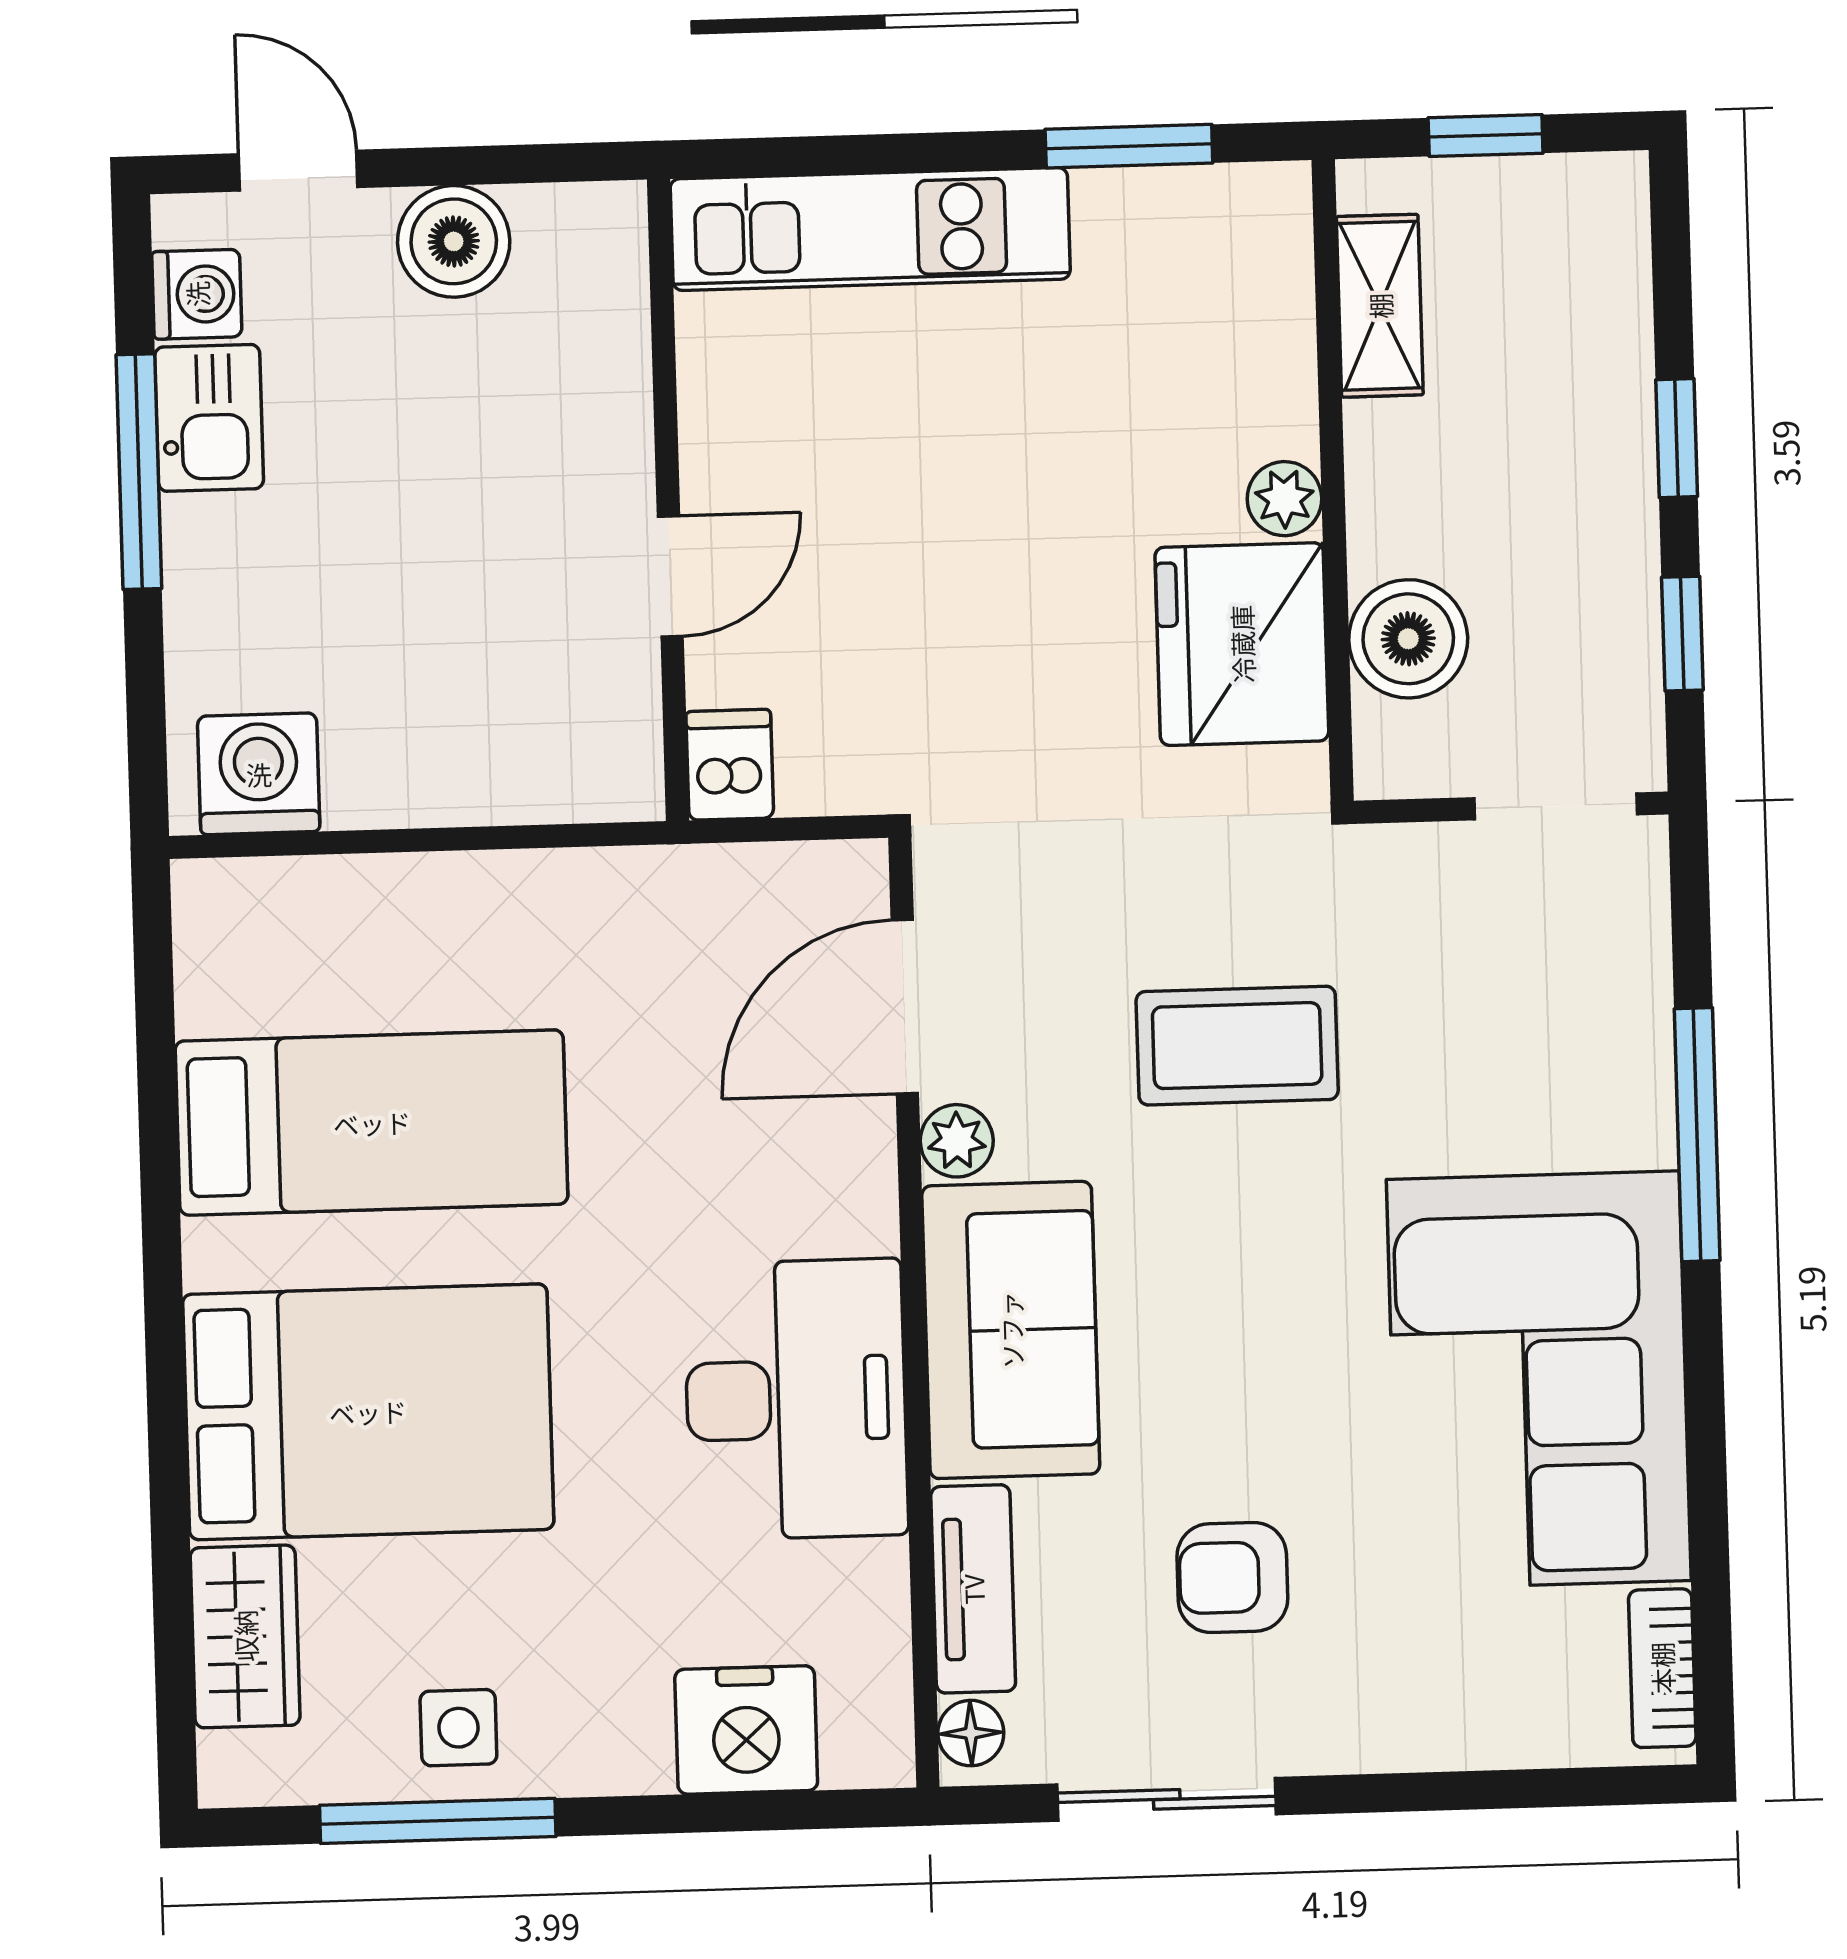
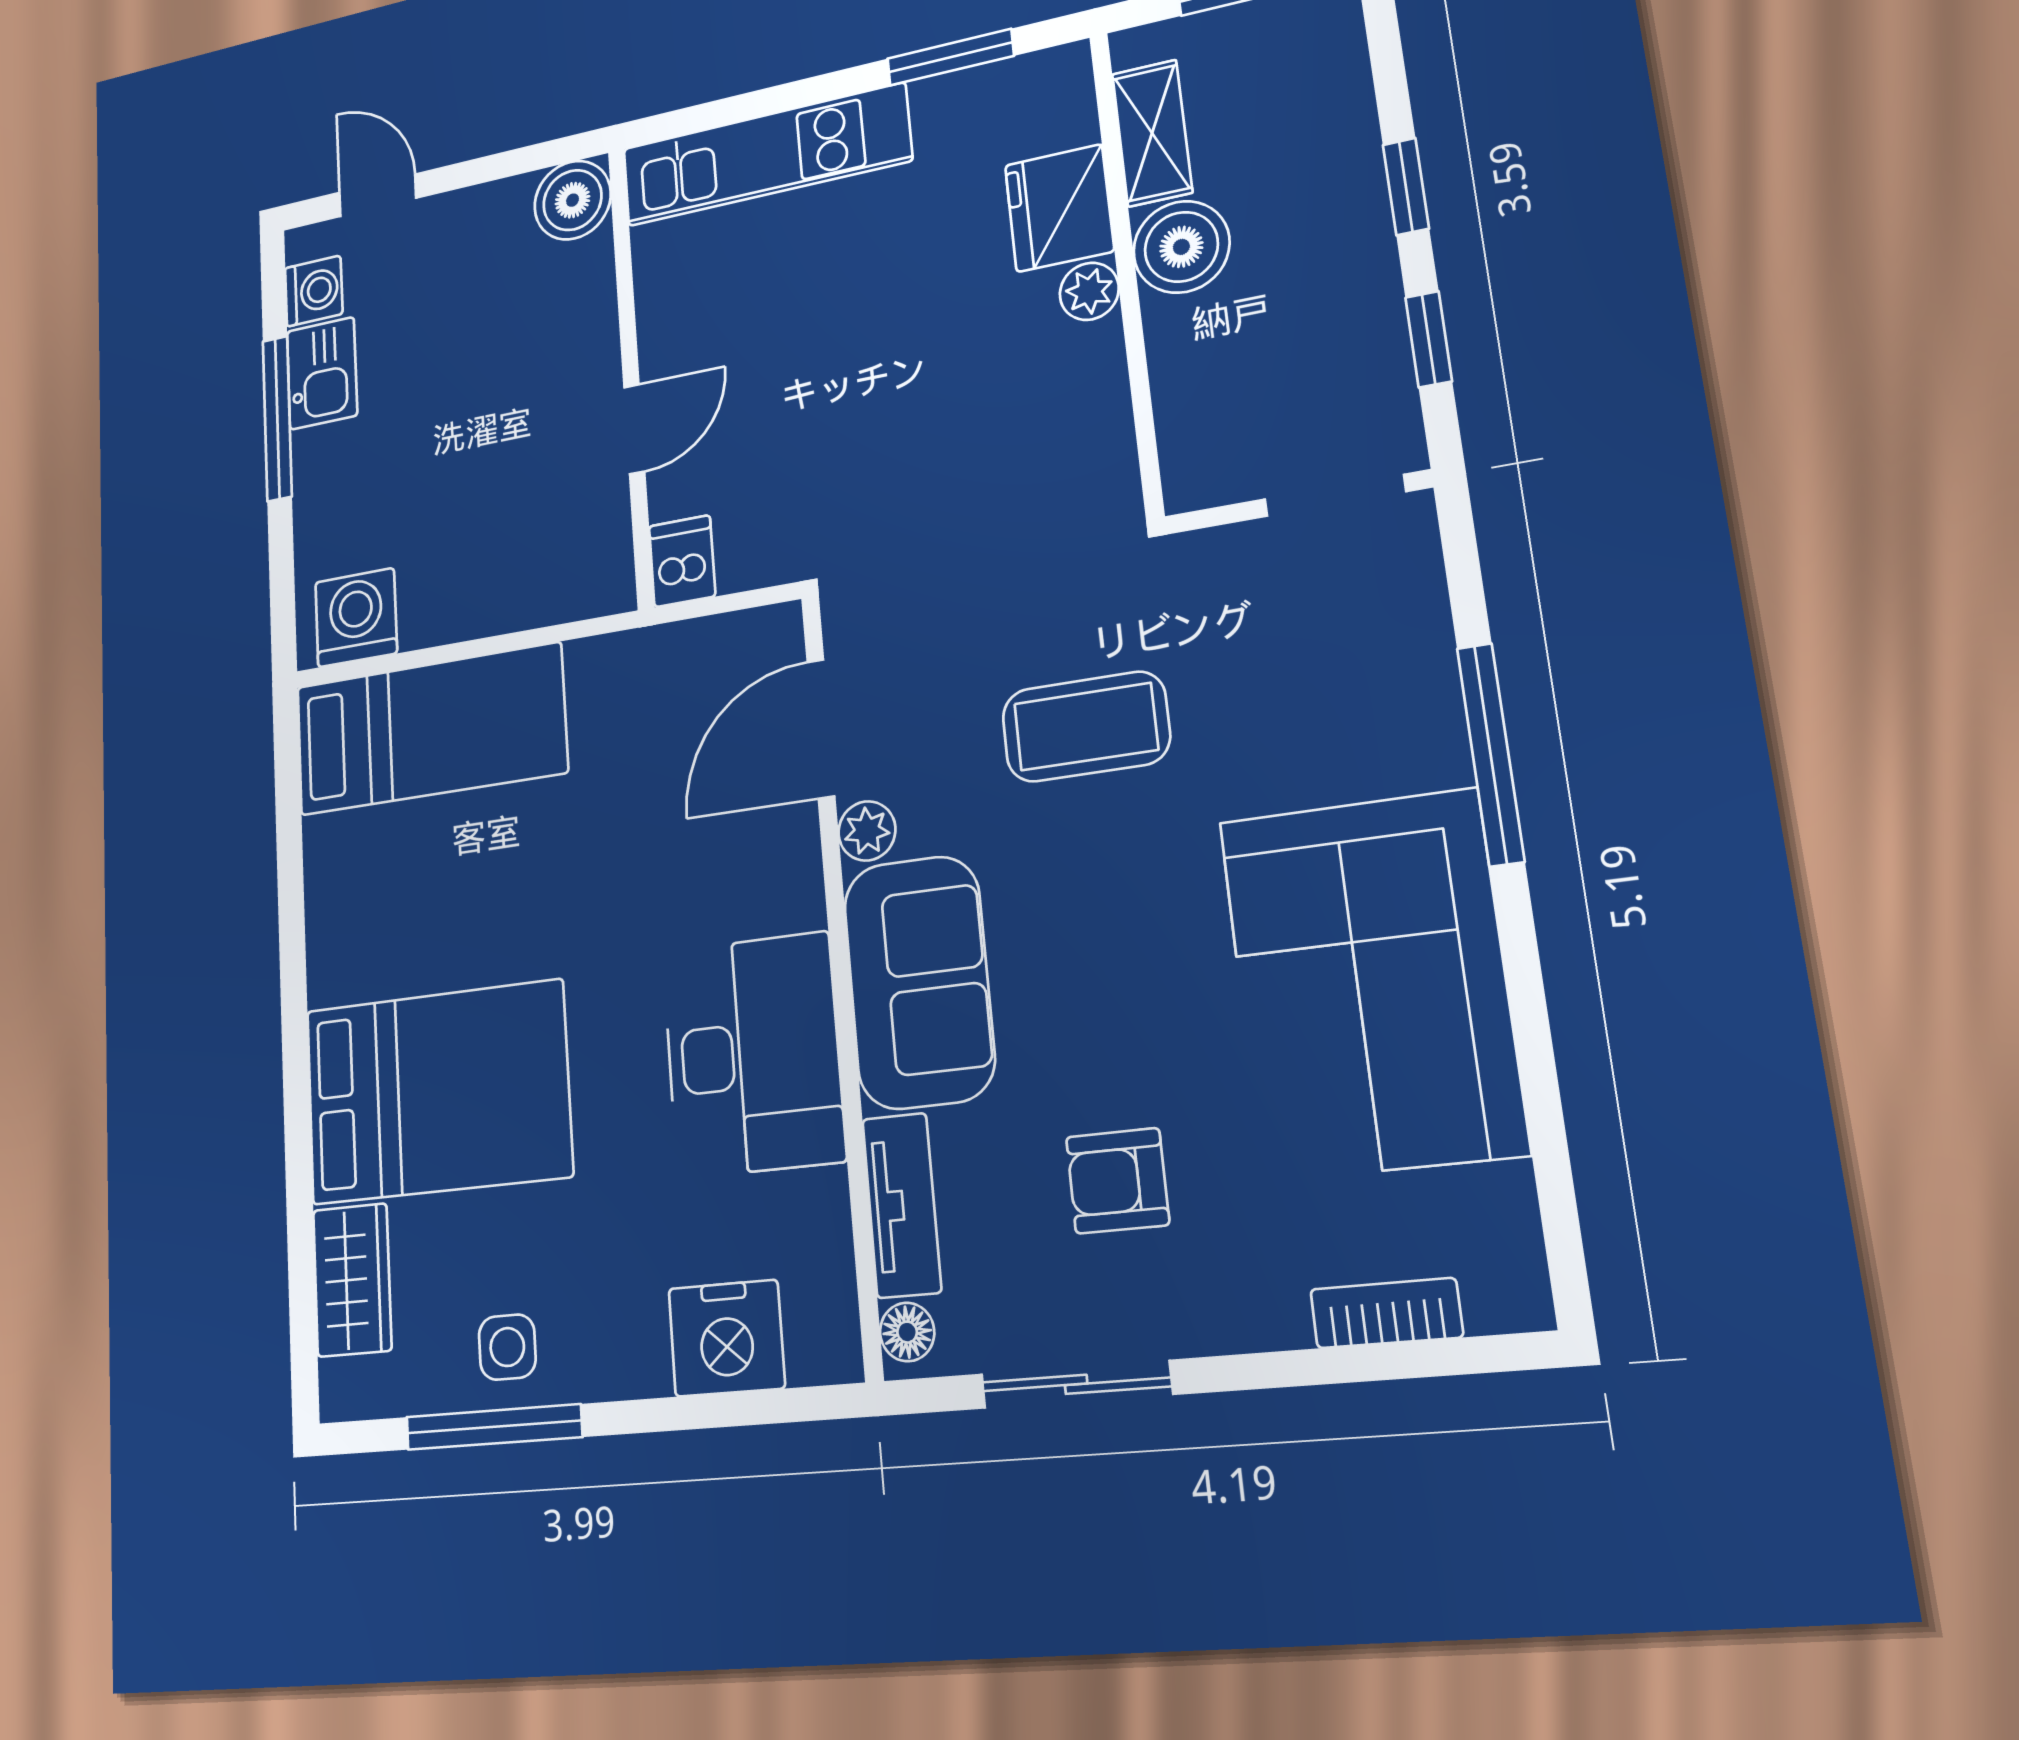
boiler: (454, 241) -> (573, 200), moved
boiler: (1408, 639) -> (1181, 247), moved
fridge: (1242, 644) -> (1059, 208), moved, width x0.73, depth x0.75
bed: (372, 1123) -> (430, 729), moved
bookcase: (1662, 1668) -> (1386, 1313), moved, turned 90

